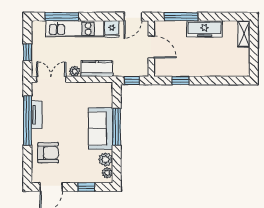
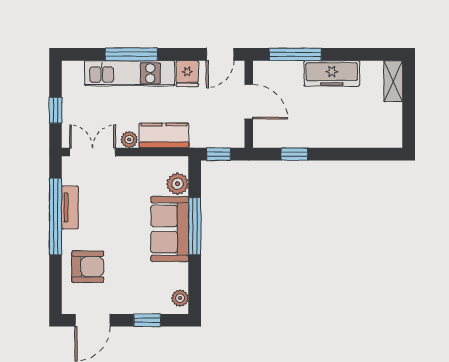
window: (62, 17) -> (131, 54), moved
plant: (106, 159) -> (178, 184), moved

